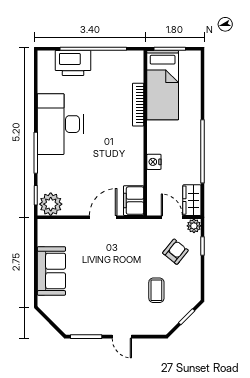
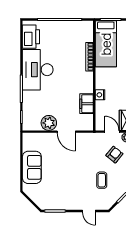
printer: (73, 63) -> (31, 37), moved, turned -90
filing cabinet: (134, 201) -> (87, 104), moved
plant: (51, 204) -> (49, 123), moved
door: (103, 217) -> (66, 132), swing flipped
door: (122, 337) -> (89, 211), moved

